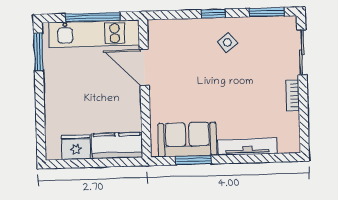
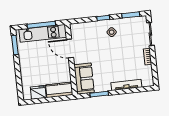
sofa: (187, 139) -> (84, 79), moved, turned 90

